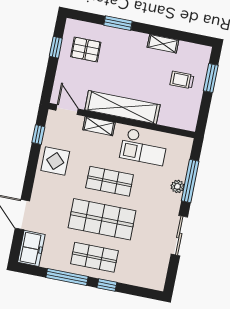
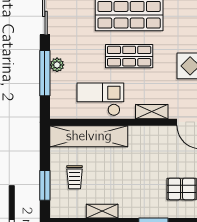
trolley: (182, 80) -> (75, 177), turned 90
shelving: (122, 107) -> (89, 136), moved

